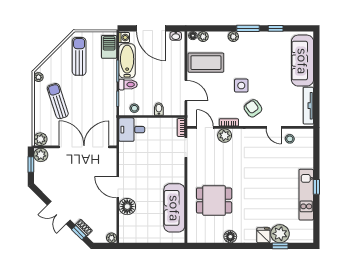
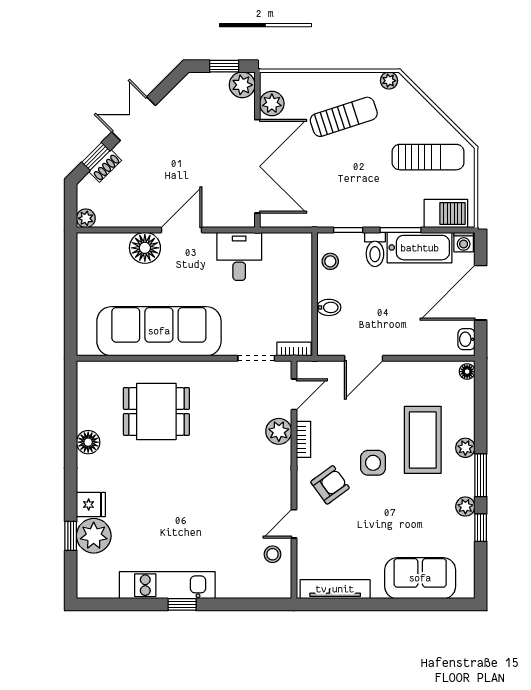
plant: (203, 37) -> (465, 507), moved
sofa: (302, 61) -> (420, 578), width x0.73
coffee table: (206, 63) -> (423, 440), moved
desk: (132, 130) -> (239, 256), moved
plant: (40, 139) -> (272, 103), moved
dining table: (214, 200) -> (156, 412), turned 90
sofa: (174, 208) -> (159, 331), width x1.36, depth x1.27

